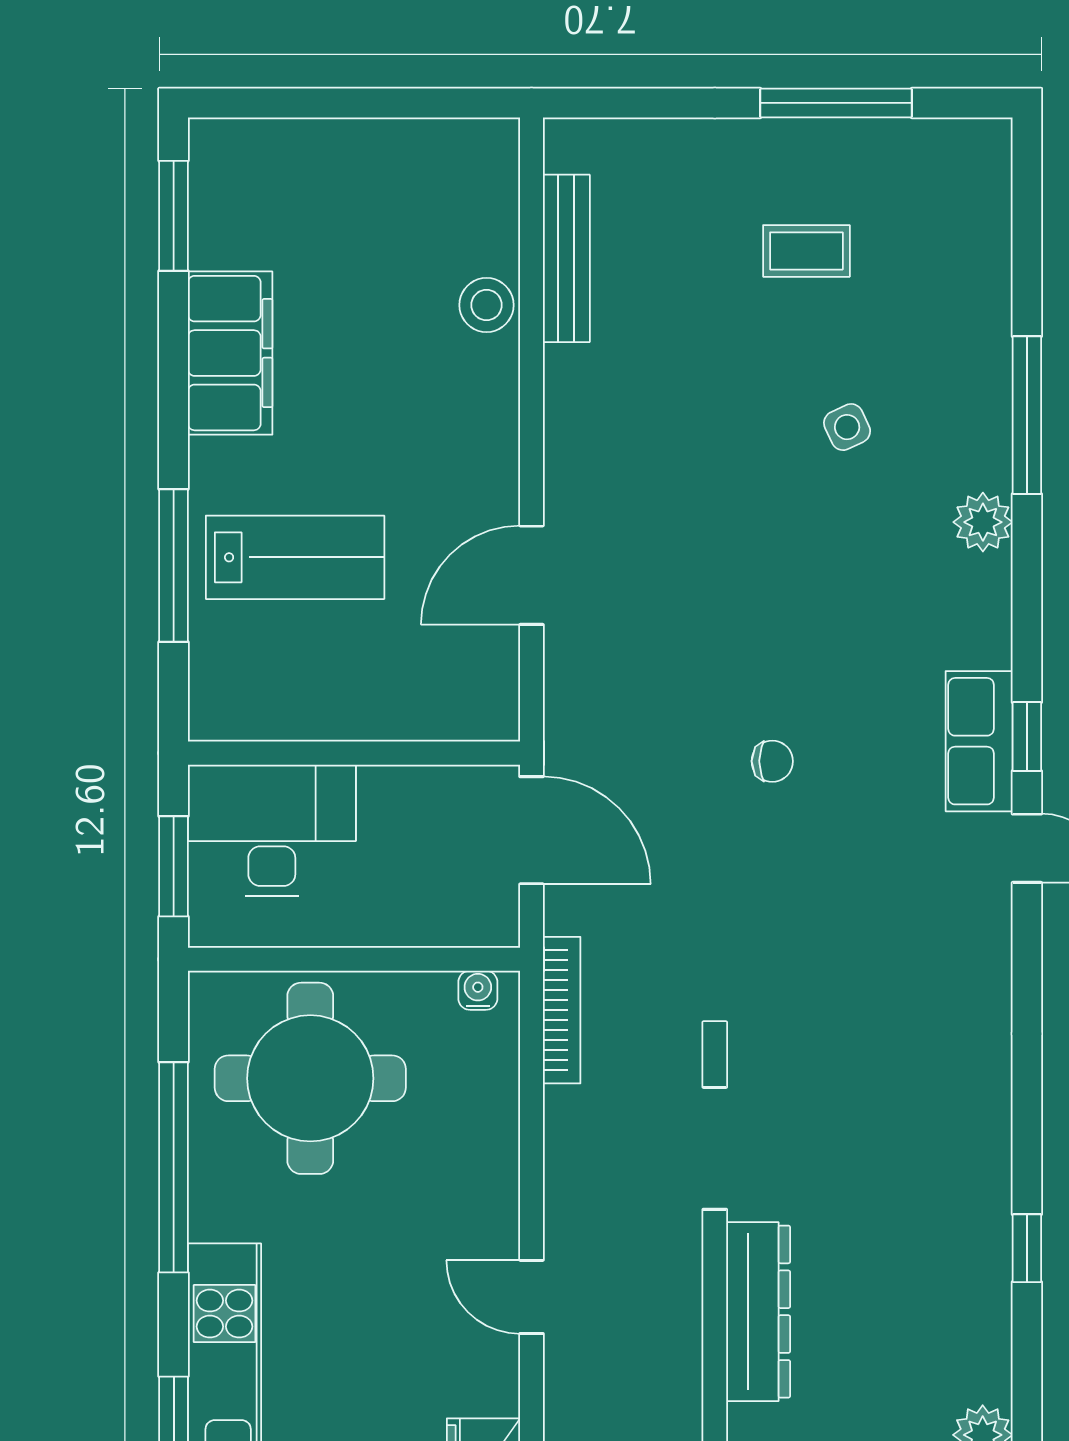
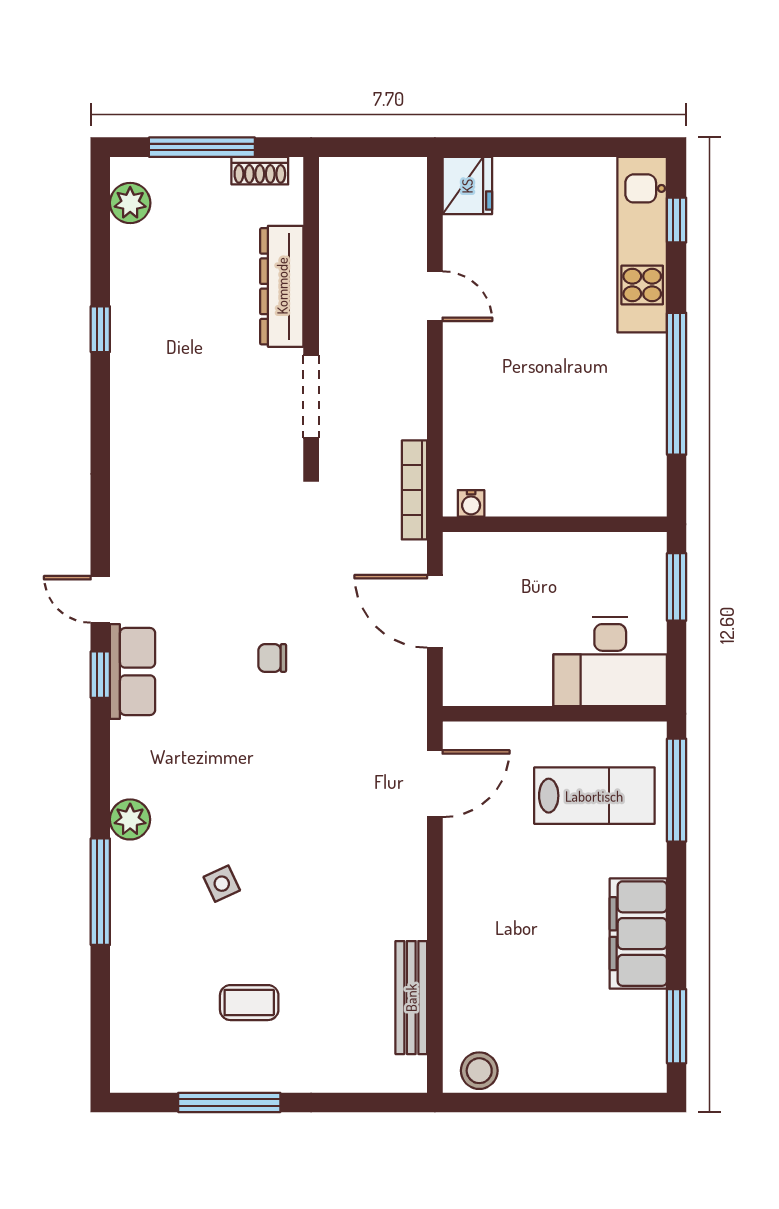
stool: (487, 305) -> (479, 1071), moved
lab bench: (295, 557) -> (594, 796), turned 180
wall: (354, 753) -> (555, 714), moved
desk: (272, 830) -> (610, 661), moved
round table: (310, 1078) -> (584, 444), removed

